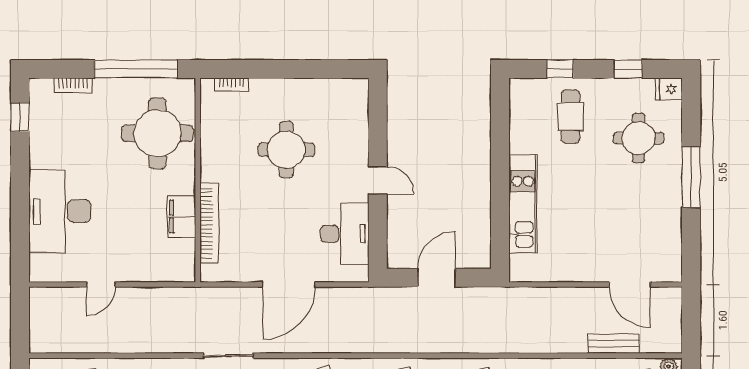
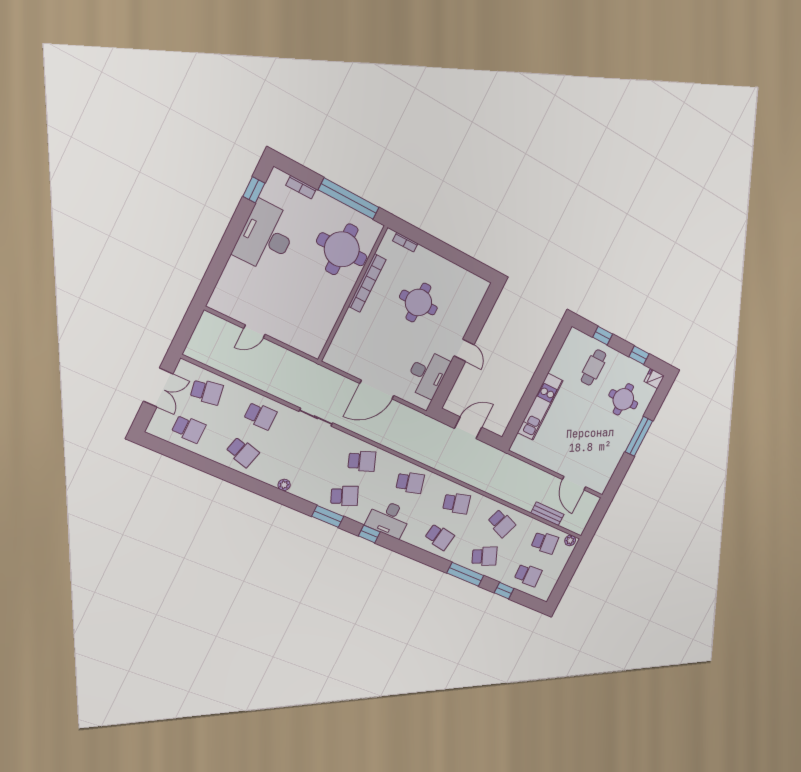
desk: (60, 211) -> (266, 237), moved
filing cabinet: (181, 217) -> (330, 312), removed
bookcase: (209, 223) -> (367, 283), moved

